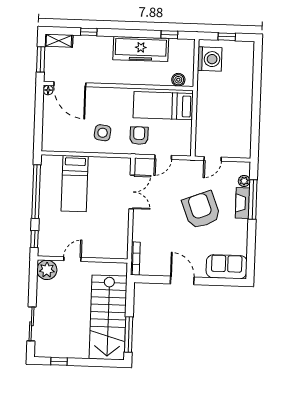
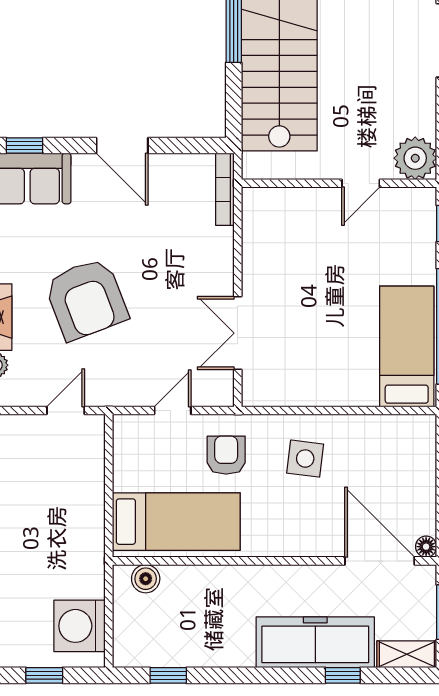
freezer: (141, 49) -> (315, 642), moved
armchair: (139, 136) -> (226, 455), turned 180
bed: (75, 184) -> (407, 346), moved
window: (227, 282) -> (24, 146), added

